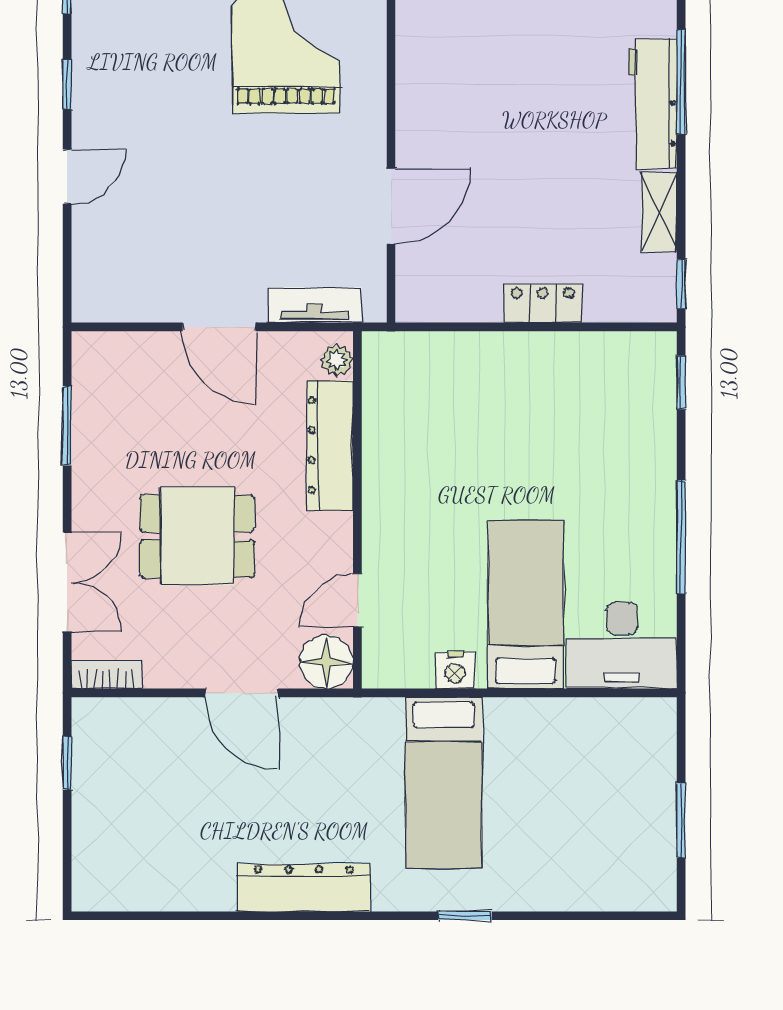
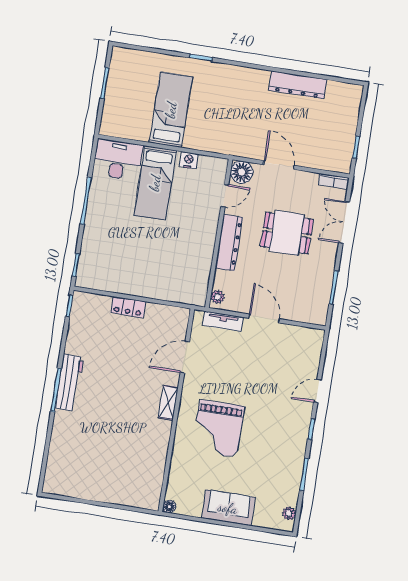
shelving: (659, 212) -> (168, 403), moved
dresser: (330, 445) -> (229, 243), moved
bed: (444, 782) -> (171, 110), moved
dresser: (304, 888) -> (298, 85), moved

